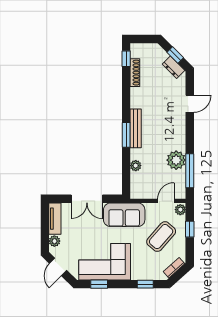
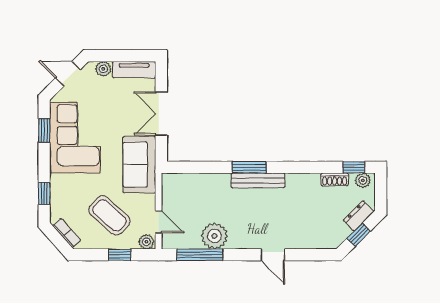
dresser: (174, 67) -> (358, 216), moved
shoe rack: (135, 73) -> (335, 179), width x0.70
door: (190, 104) -> (273, 255), moved
plant: (136, 166) -> (363, 180), moved

